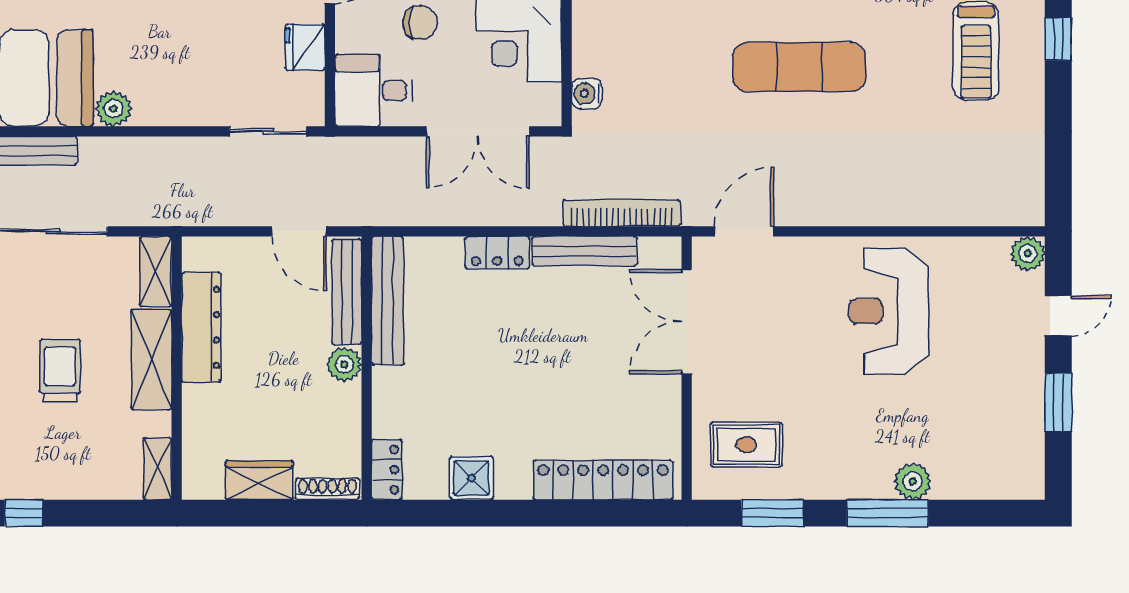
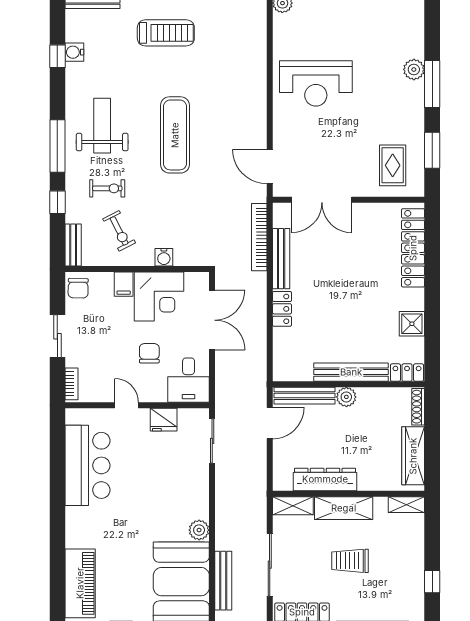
water cooler: (587, 94) -> (164, 257), moved
bench: (388, 301) -> (351, 372), moved
wardrobe: (259, 480) -> (413, 456), width x1.50

